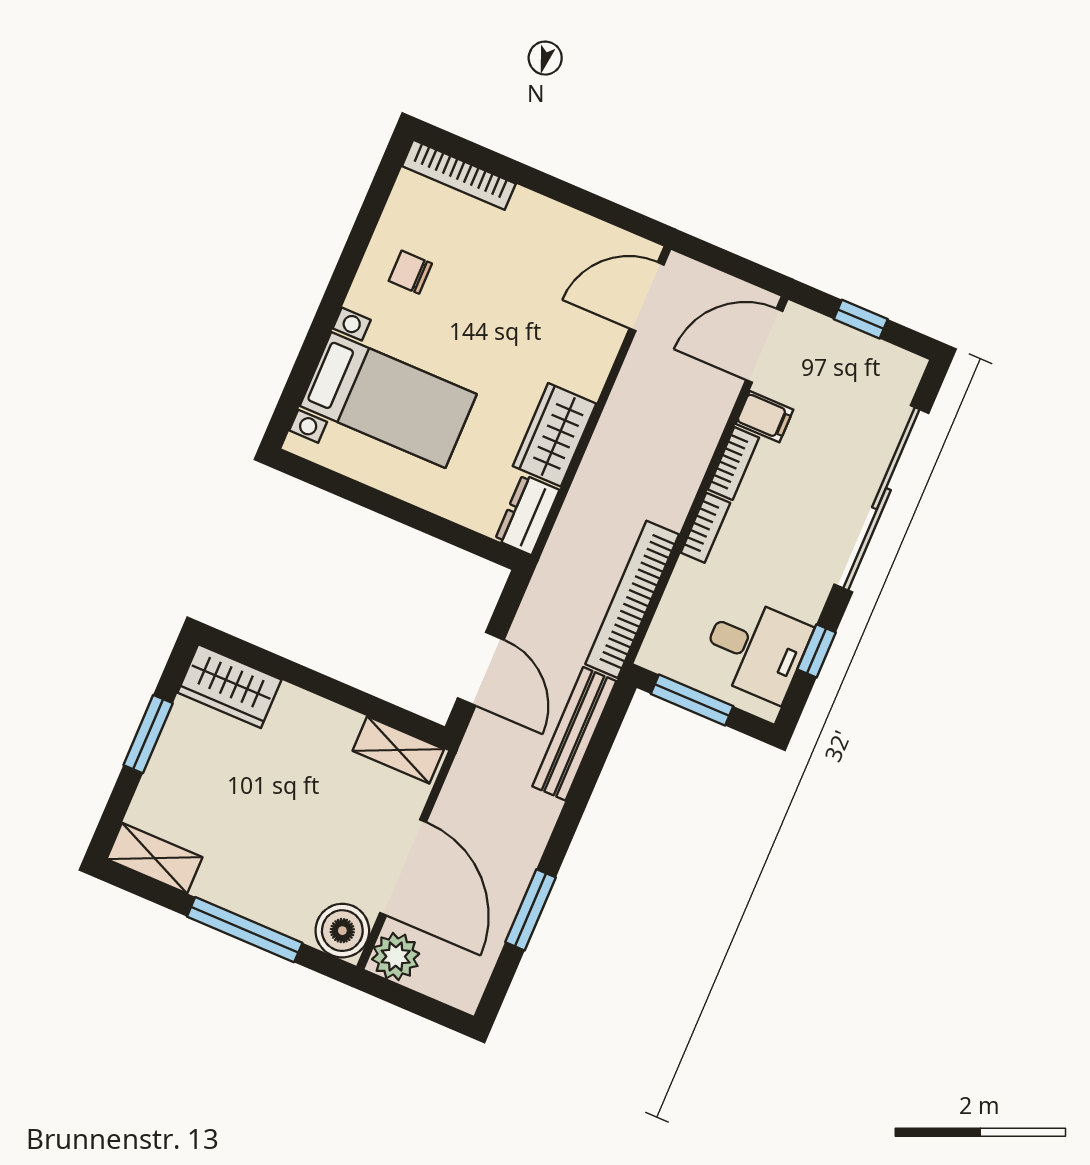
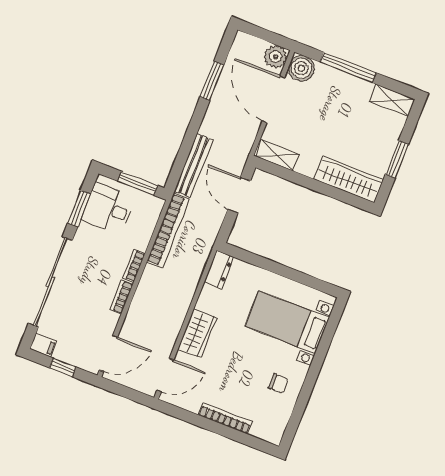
bookcase: (459, 175) -> (225, 418), moved
filing cabinet: (765, 417) -> (43, 345), moved, turned 180
wardrobe: (554, 435) -> (197, 333), moved
window: (817, 651) -> (79, 208), width x1.50
wardrobe: (229, 686) -> (349, 179), width x1.50

